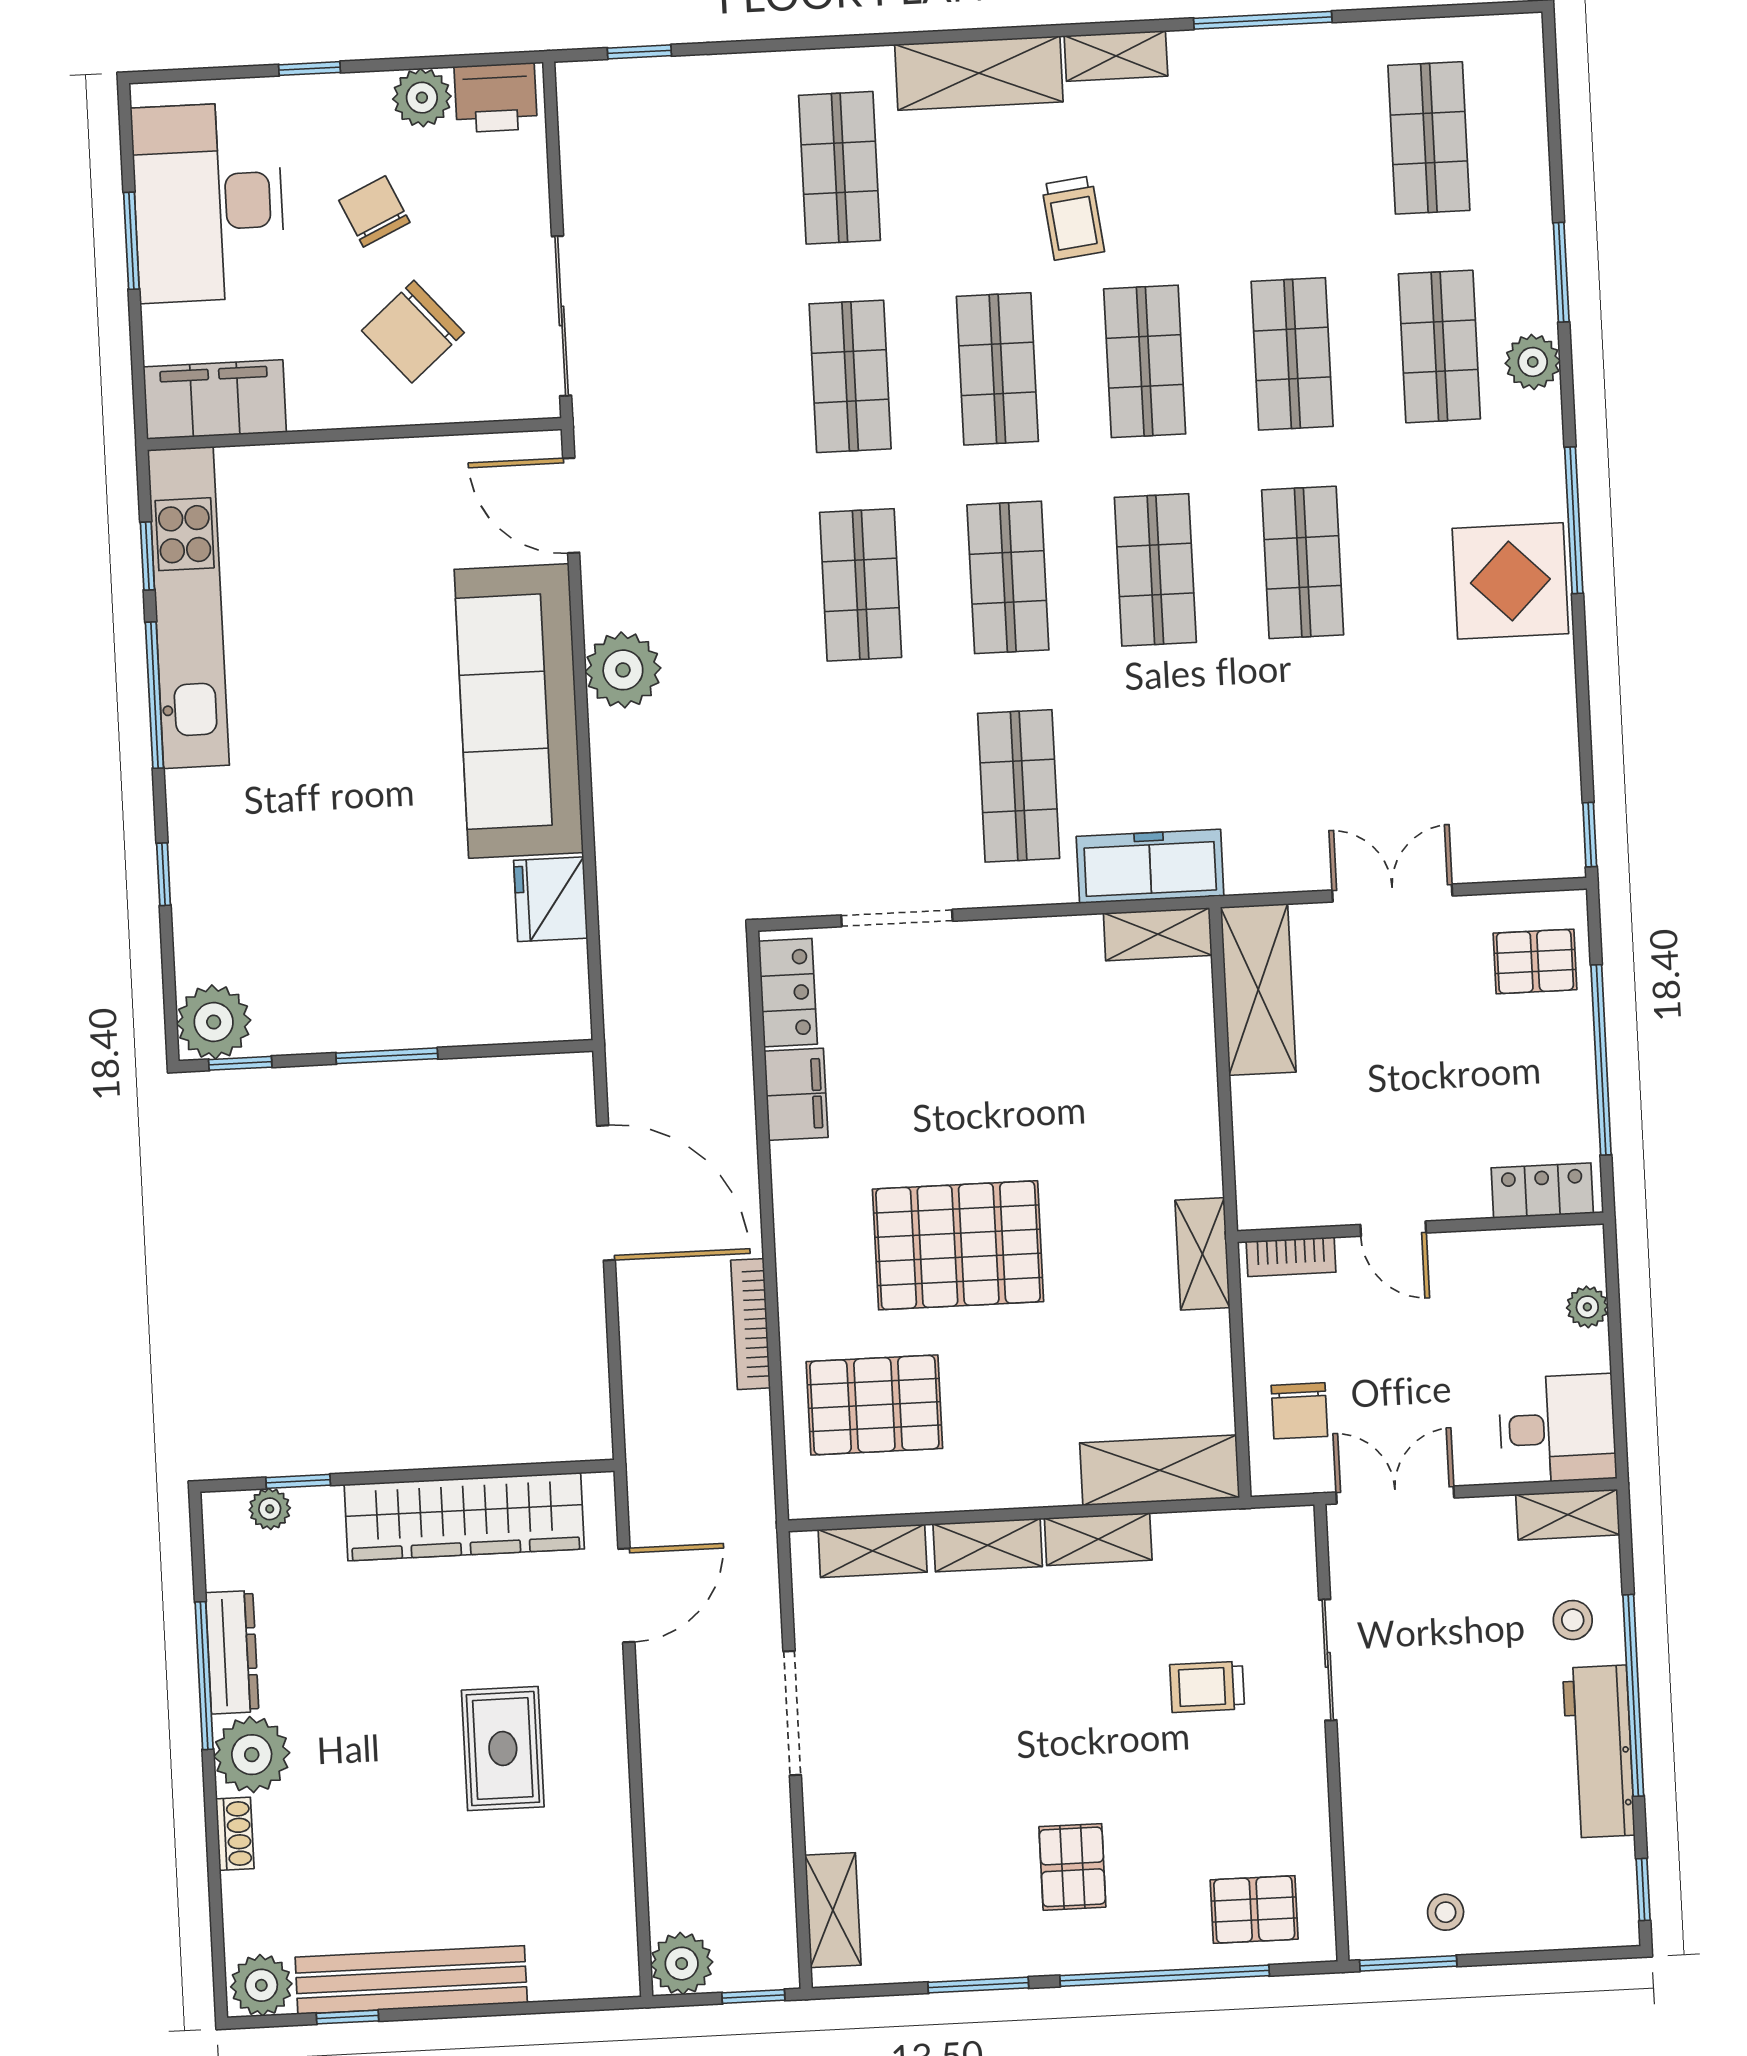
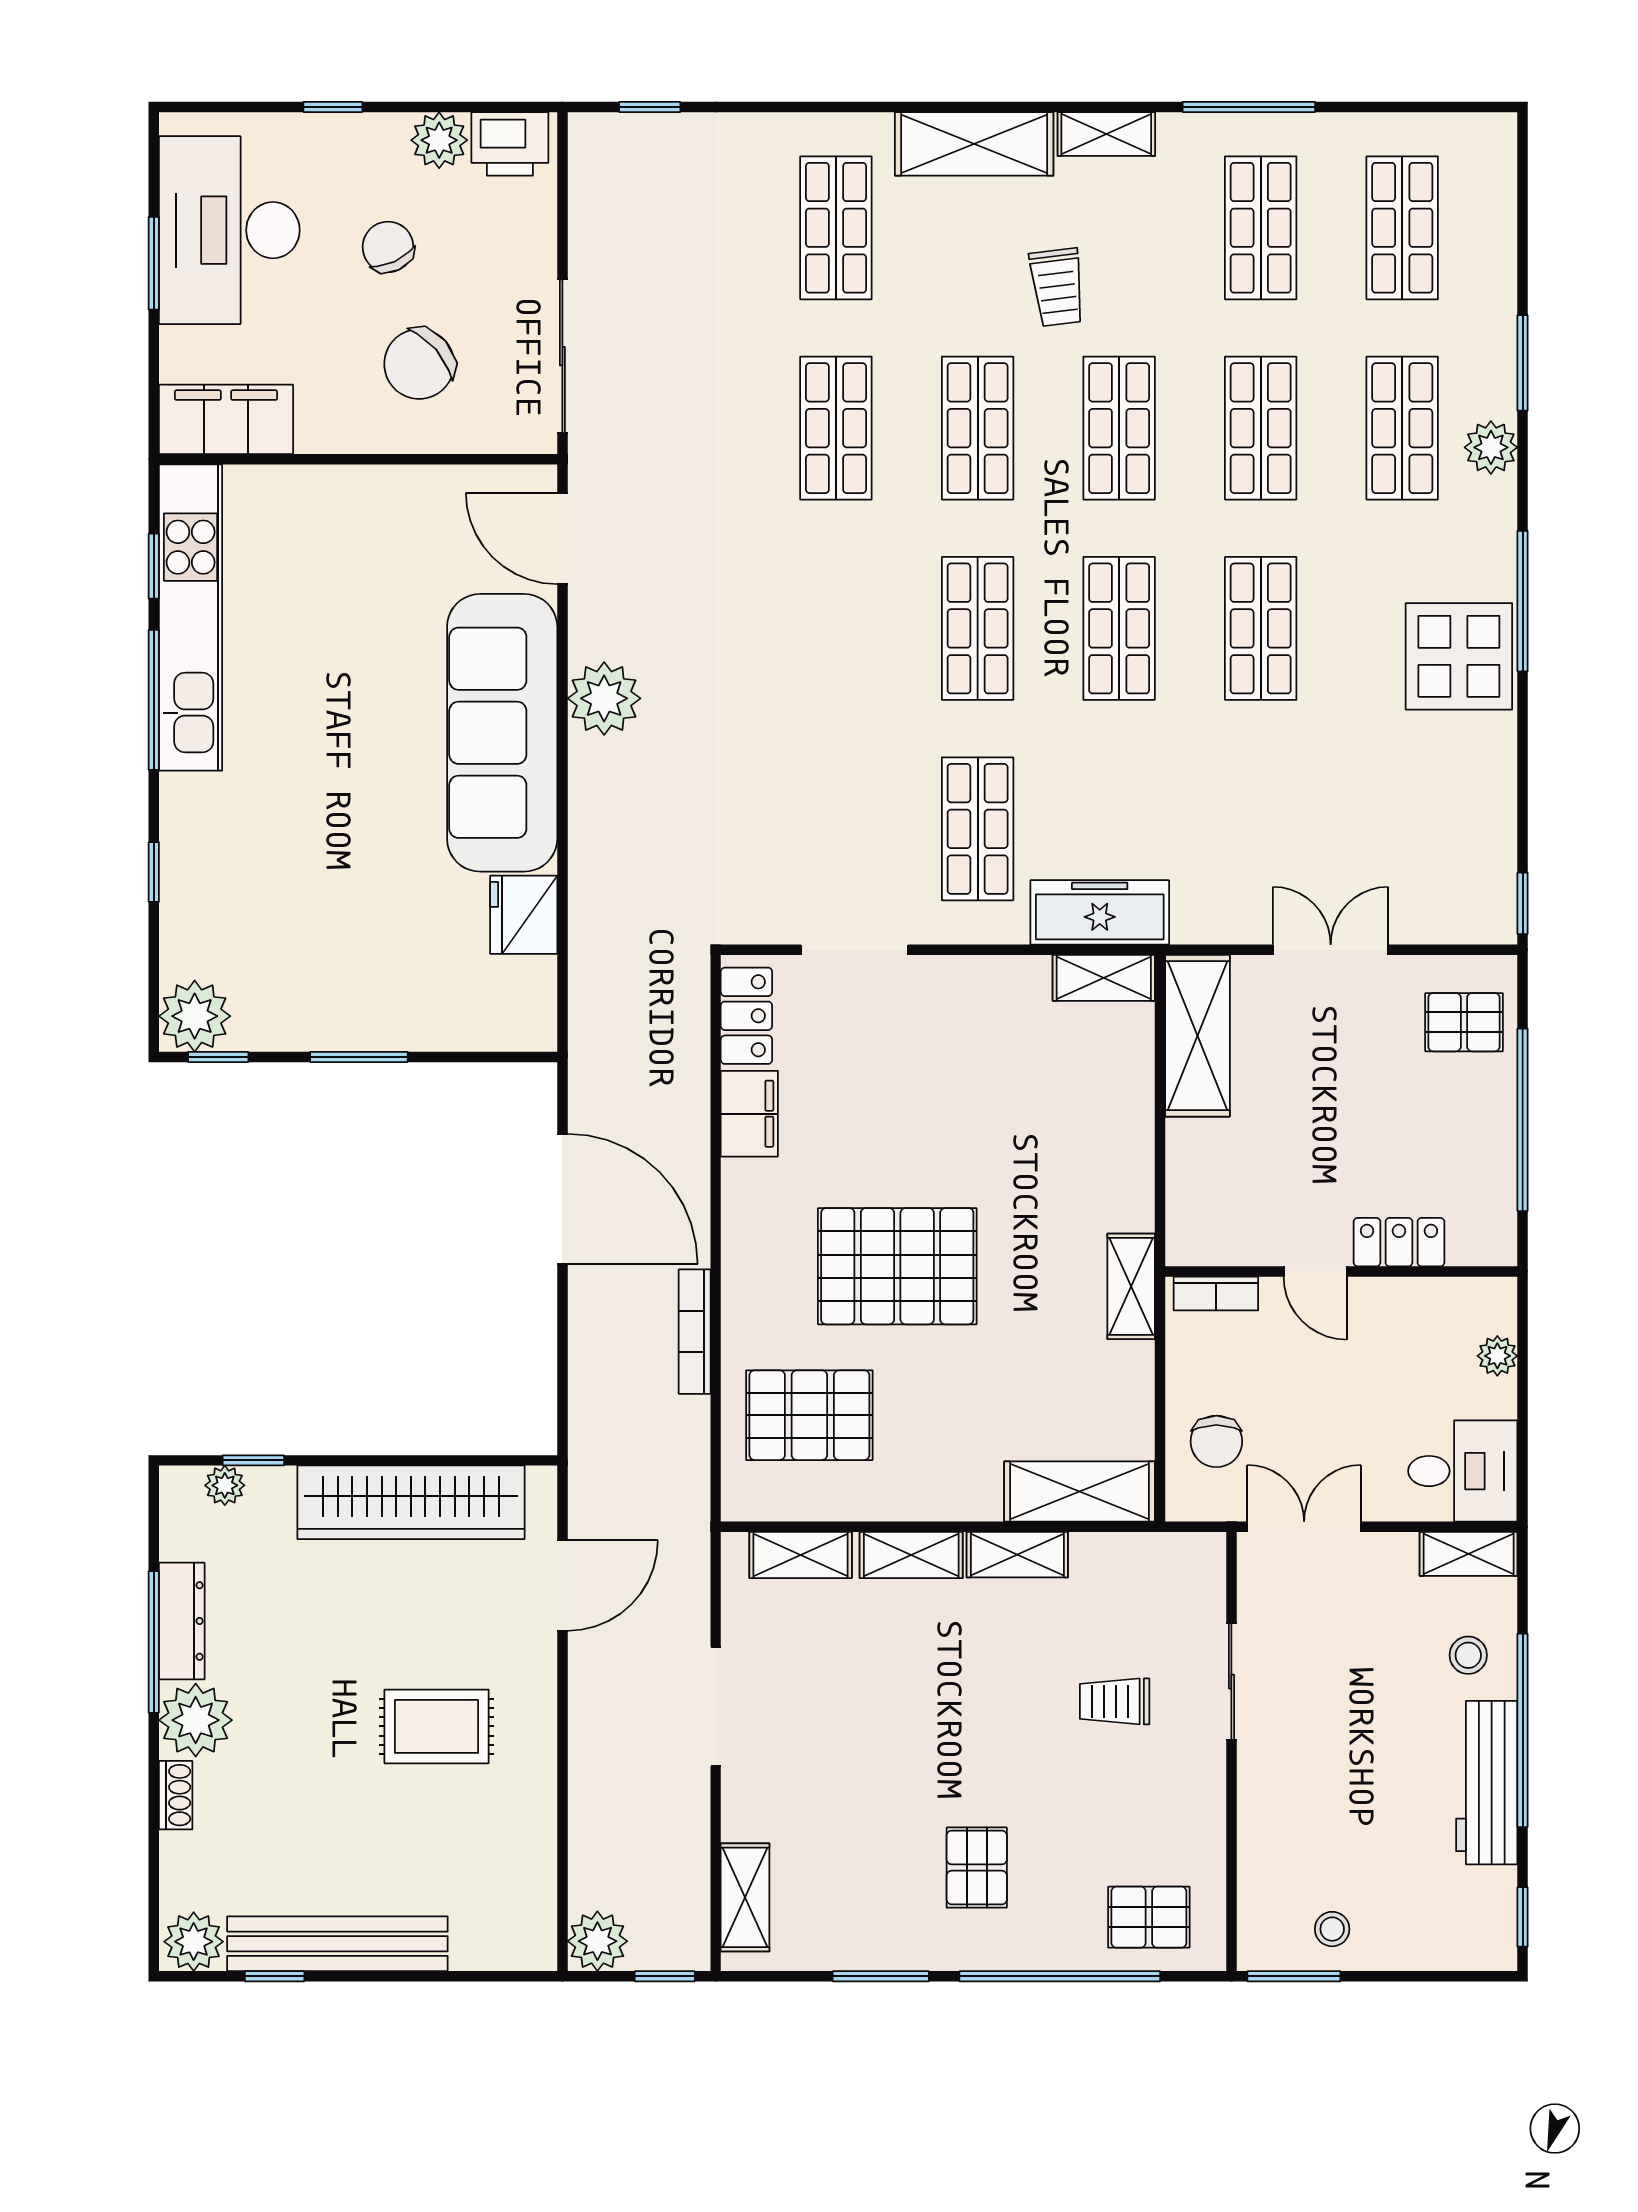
shop shelf: (861, 585) -> (1261, 228), moved
locker: (1542, 1191) -> (1399, 1242), moved
rug: (503, 1749) -> (437, 1726), turned 90

